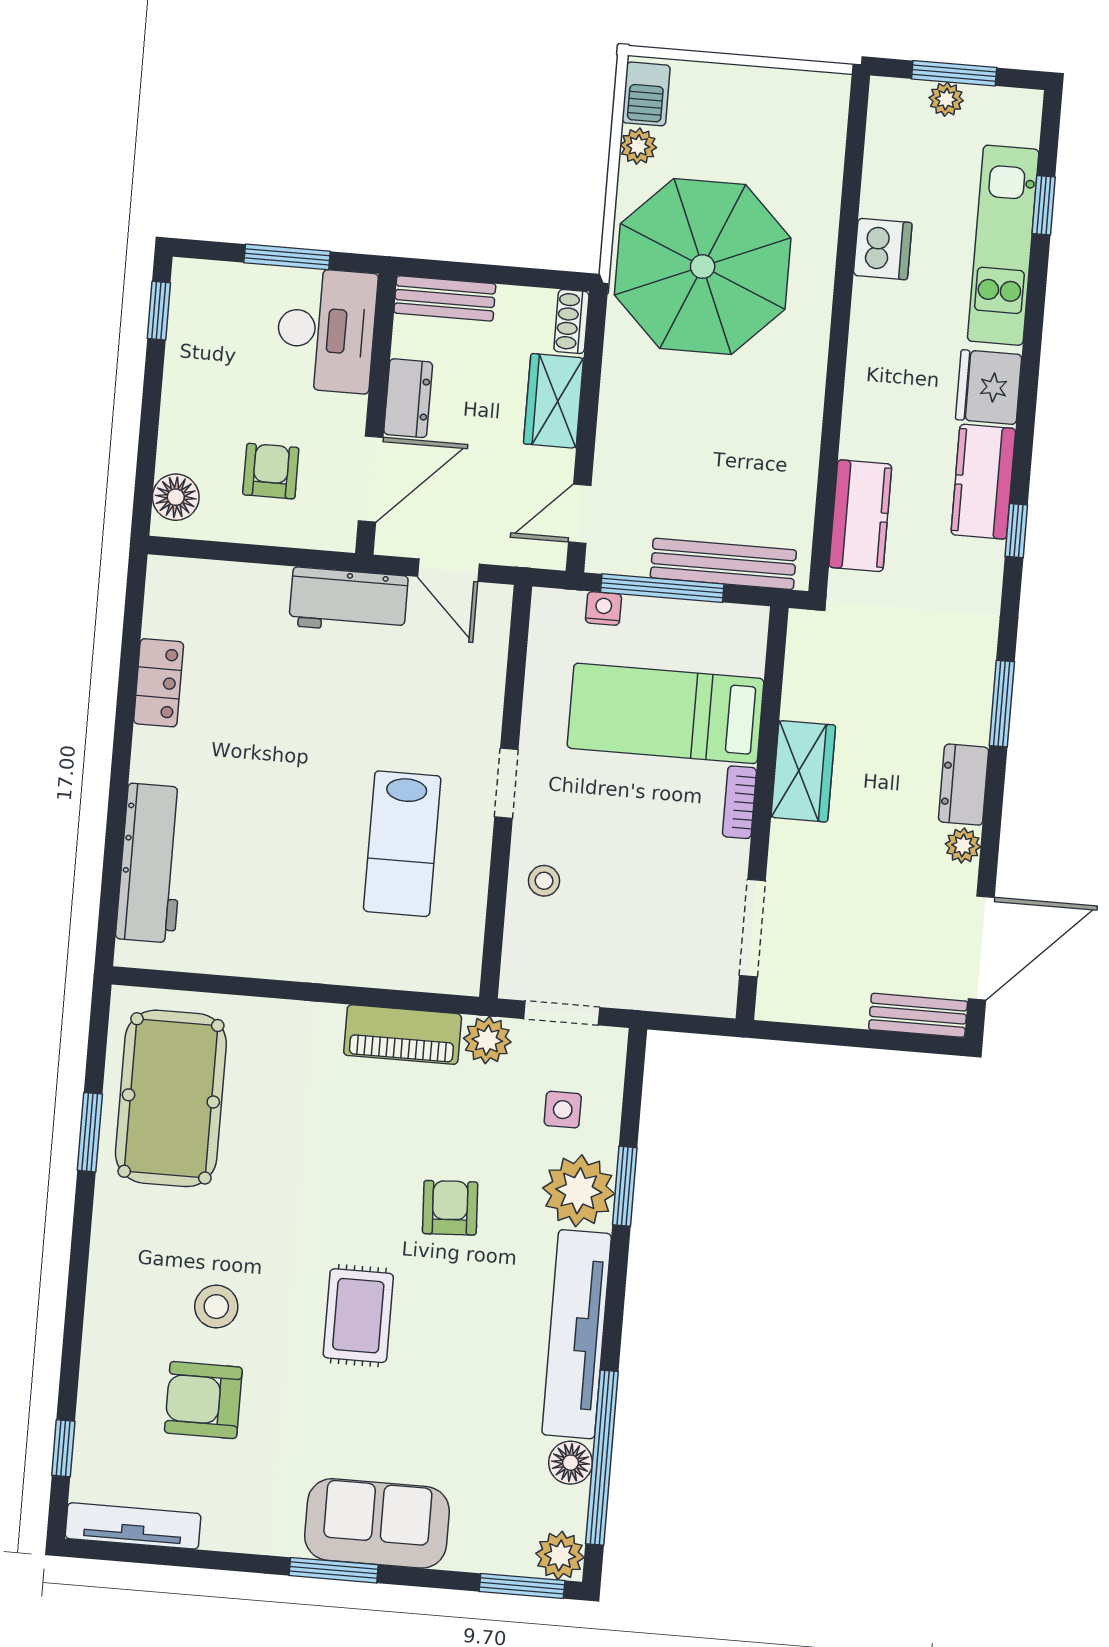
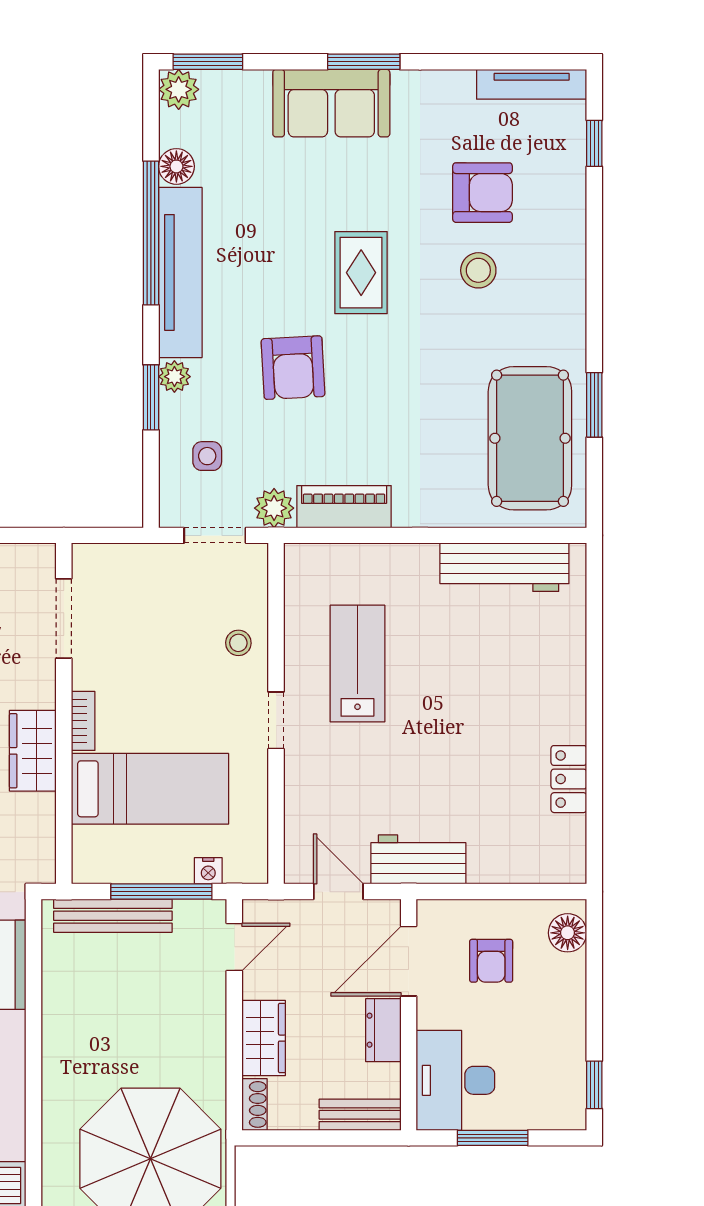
workbench: (151, 863) -> (504, 567), moved, turned -90
plant: (579, 1191) -> (174, 377), width x0.53, depth x0.53
armchair: (450, 1208) -> (293, 368), width x1.38, depth x1.38
window: (602, 1458) -> (151, 233), moved

